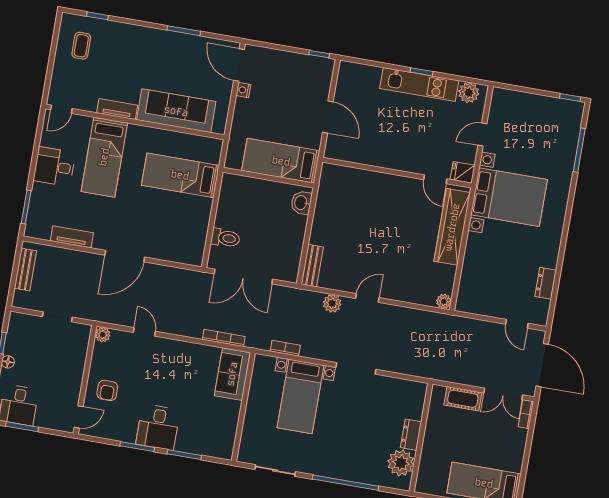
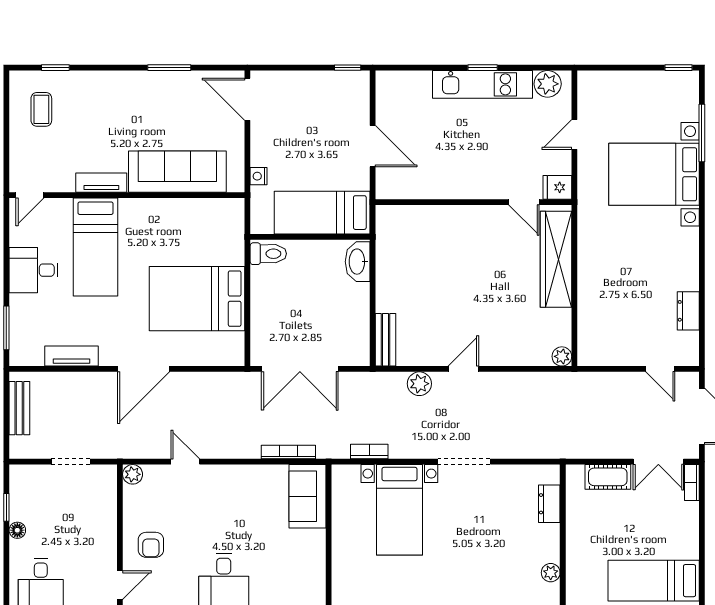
nightstand: (243, 90) -> (259, 176), moved
bed: (180, 175) -> (197, 299), moved, width x1.50
bed with nightstands: (509, 197) -> (654, 174), moved, turned 180
washbasin: (301, 203) -> (358, 262), width x1.38
toilet: (225, 238) -> (268, 254), moved
dresser: (411, 435) -> (549, 504), moved
plant: (401, 463) -> (551, 573), width x0.53, depth x0.53

